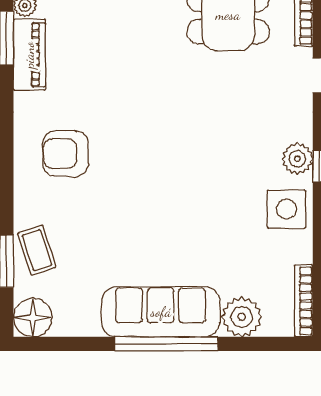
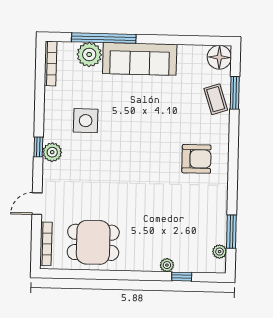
piano: (29, 55) -> (217, 221), removed
side table: (287, 209) -> (86, 121), moved
window: (166, 344) -> (104, 38), moved

